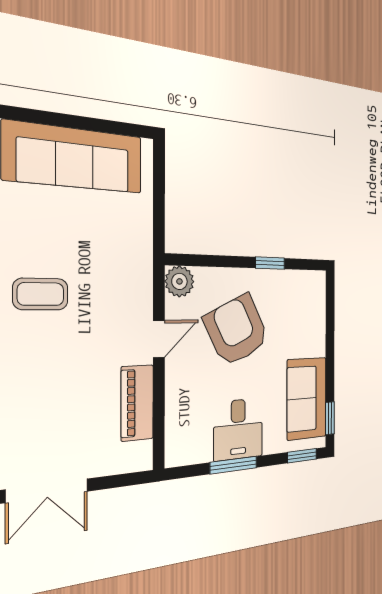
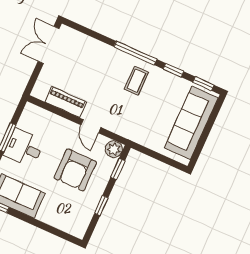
window: (207, 261) -> (118, 169), added
armchair: (237, 330) -> (75, 170), turned 116

